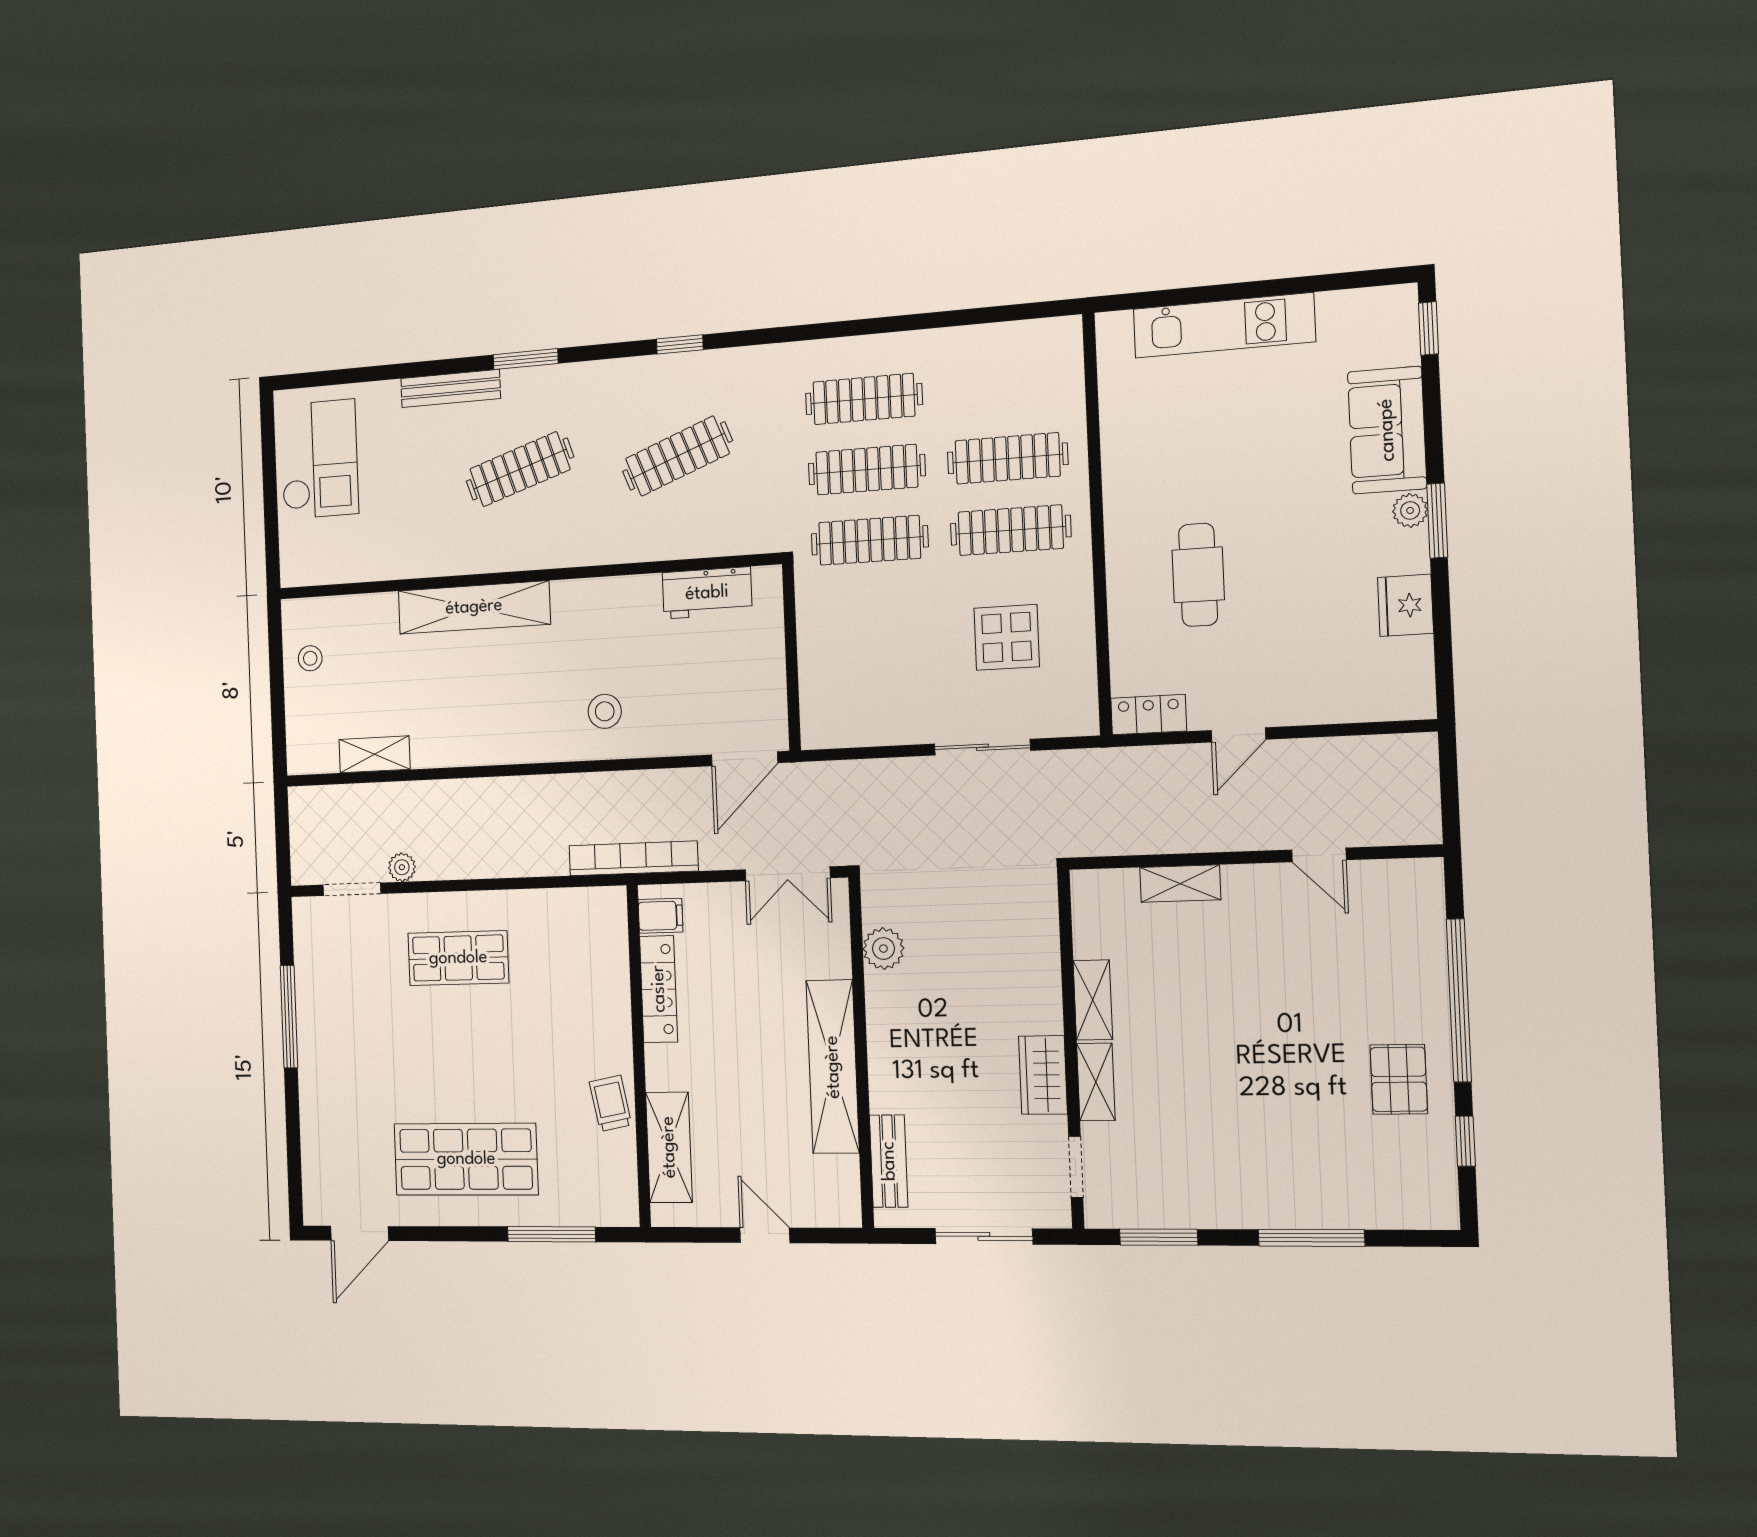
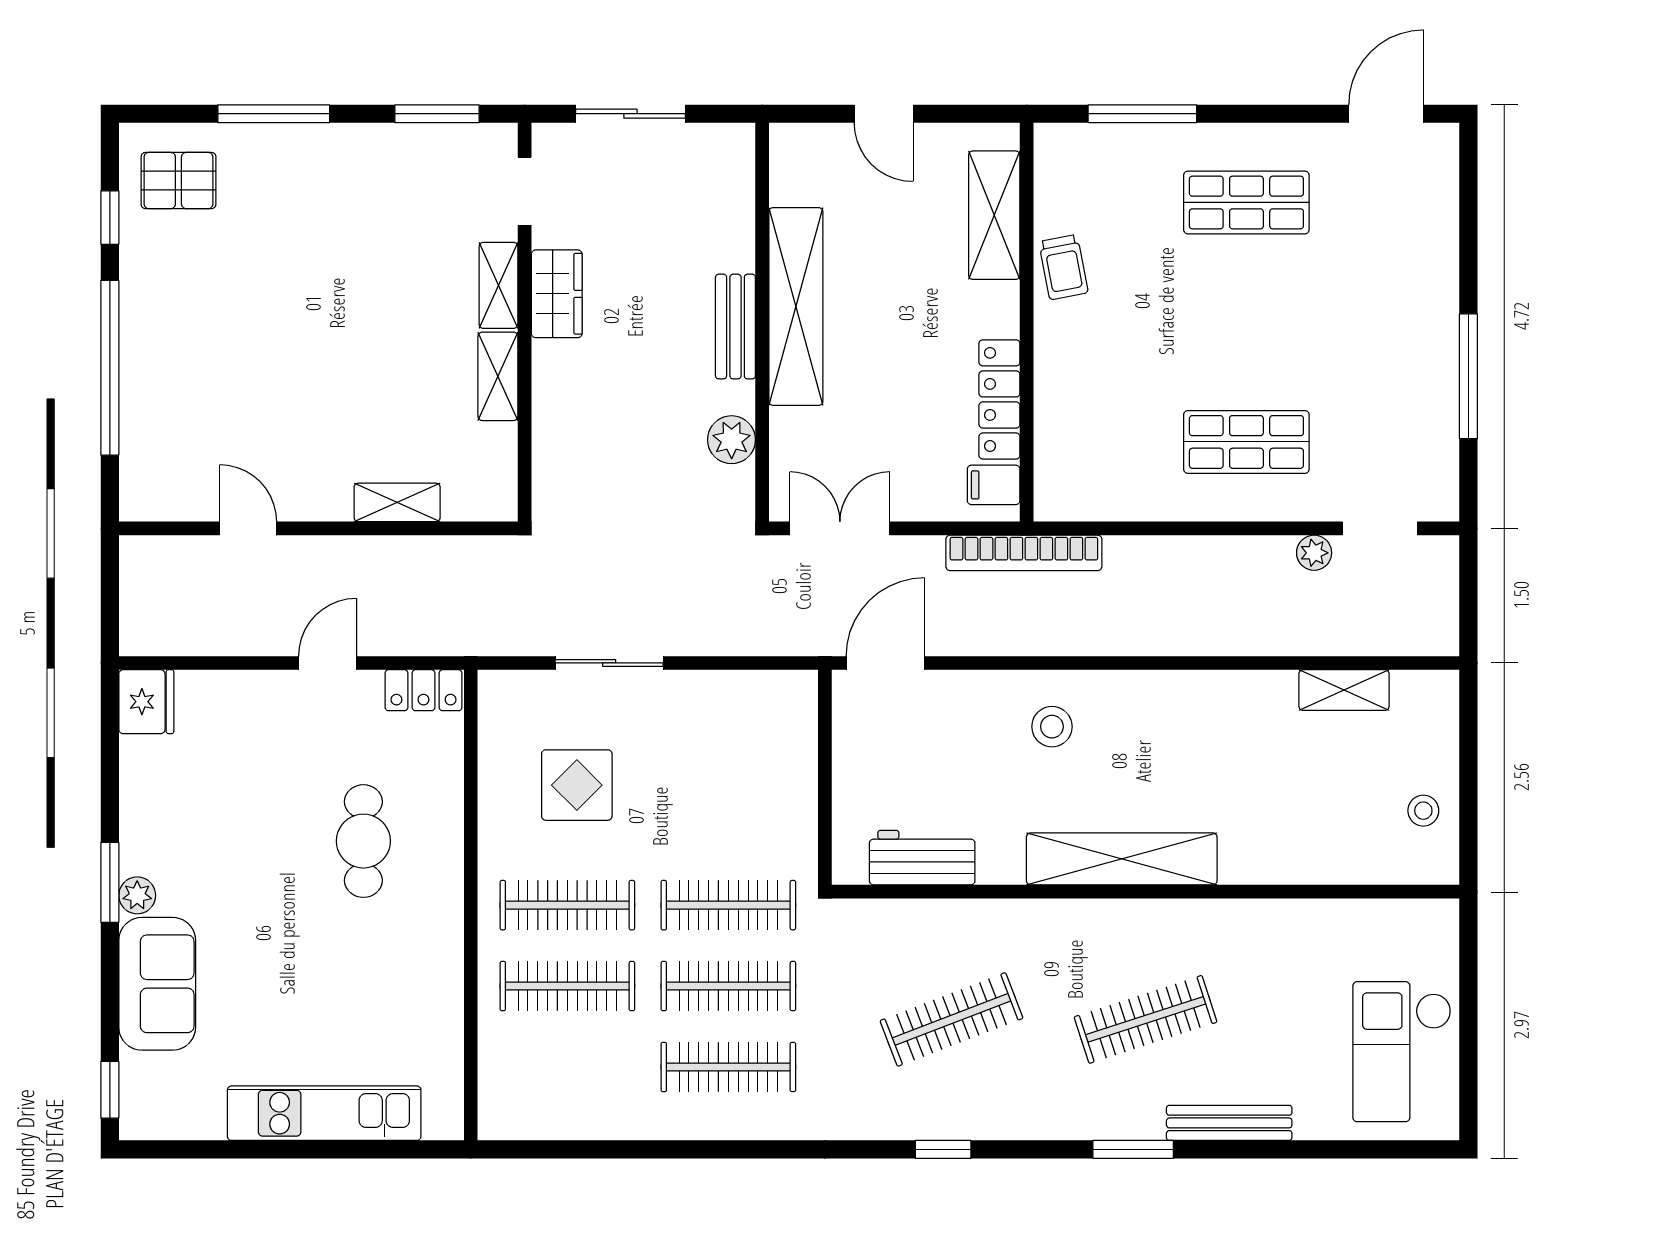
fridge: (1405, 605) -> (146, 702), moved
shelving: (474, 607) -> (1122, 859), moved
pallet: (1399, 1079) -> (178, 181), moved, turned 90
shop shelf: (466, 1159) -> (1246, 202), width x0.70, depth x0.74
bench: (889, 1161) -> (735, 327), moved

